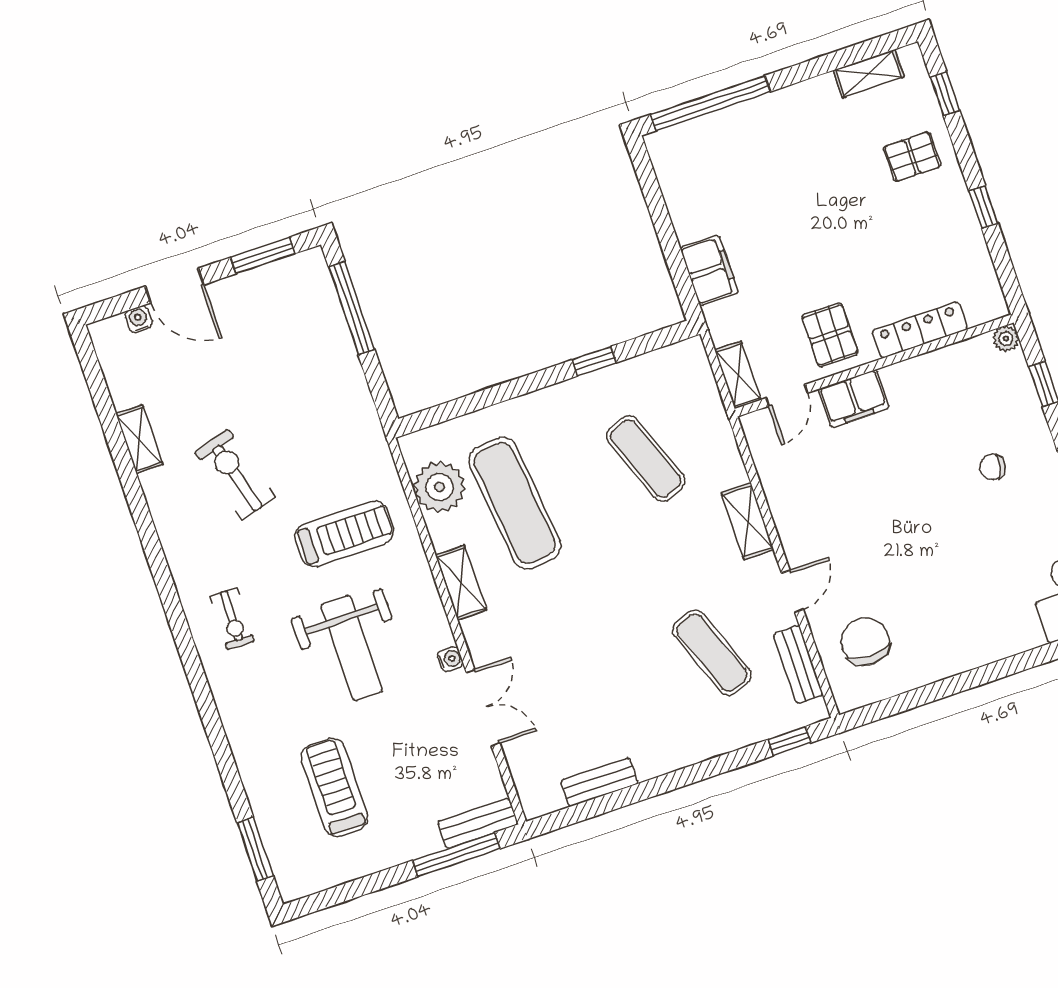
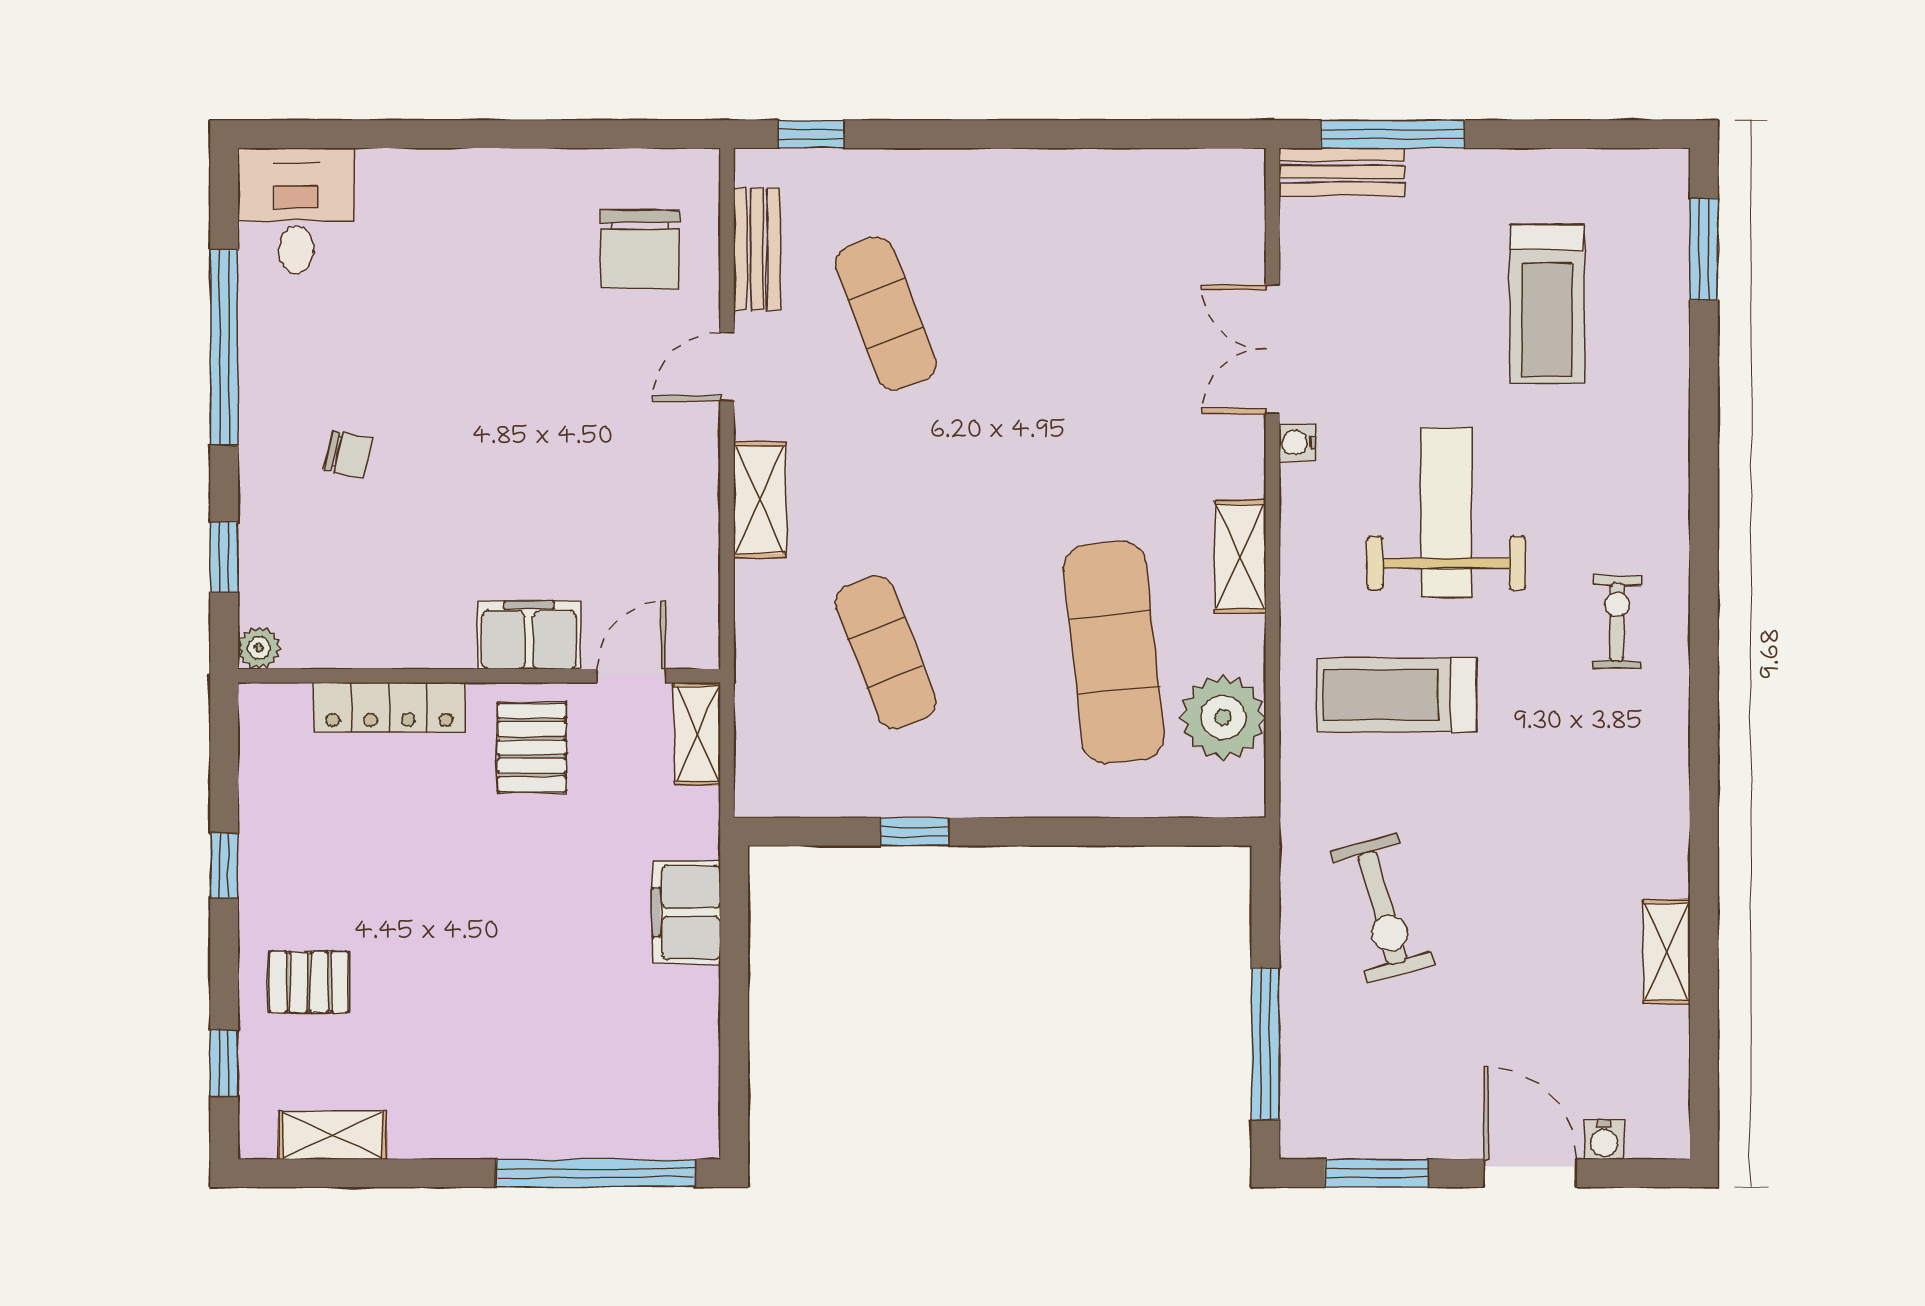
exercise bike: (235, 475) -> (1382, 908), moved
bench: (600, 782) -> (1130, 171), removed

